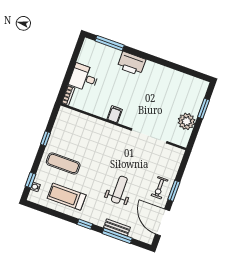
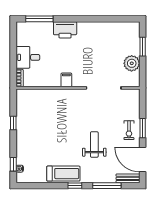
exercise mat: (63, 163) -> (37, 139), removed
treadmill: (67, 197) -> (63, 174), moved, turned 180
bench: (117, 227) -> (128, 178), moved

